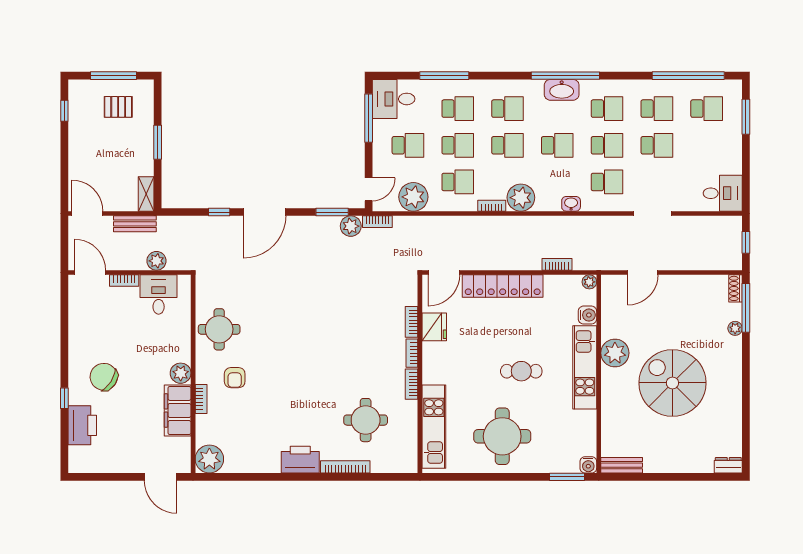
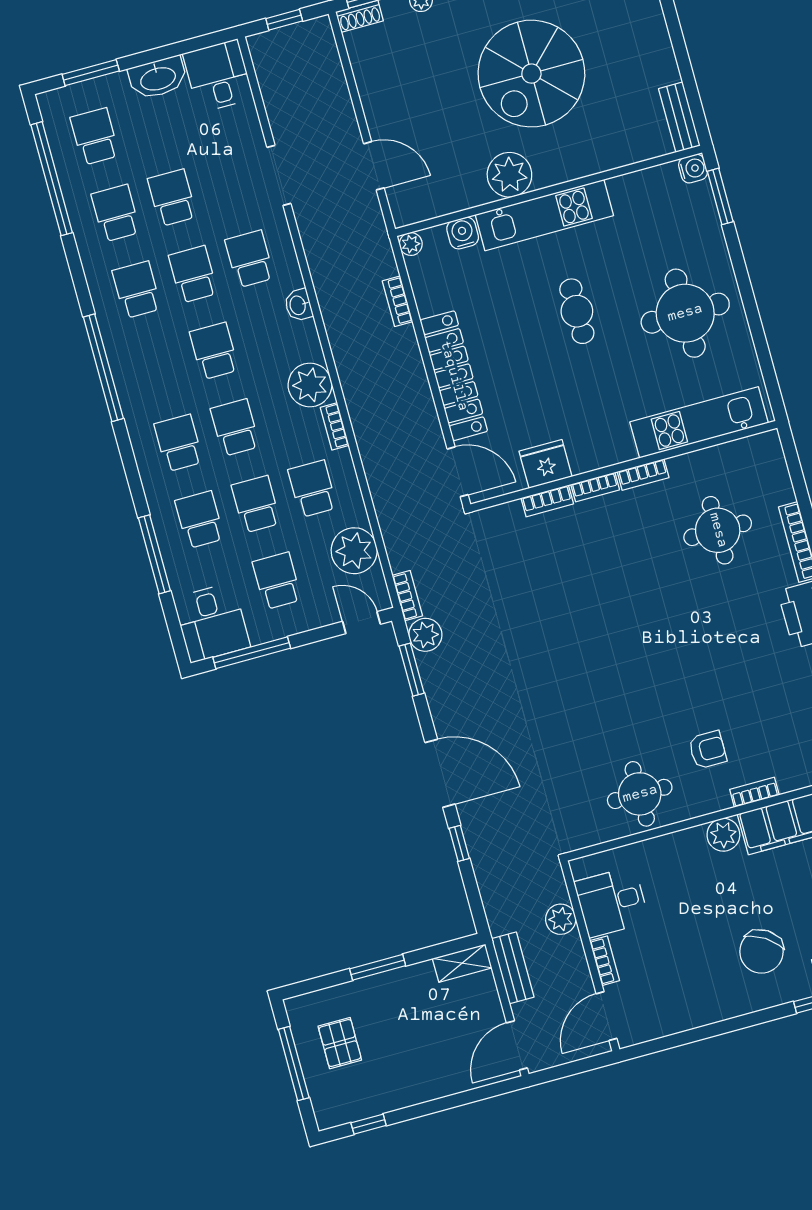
washbasin: (562, 90) -> (158, 78), moved, turned 90

